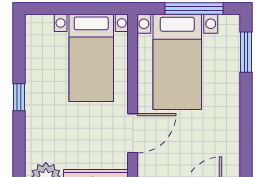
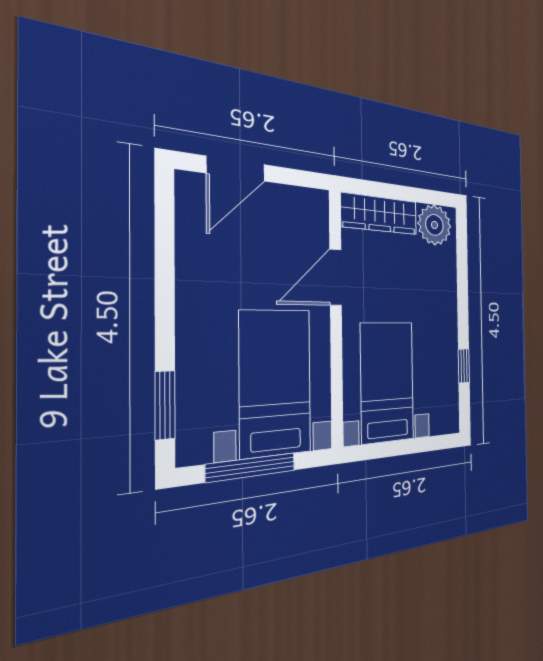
window: (19, 97) -> (464, 366), moved

